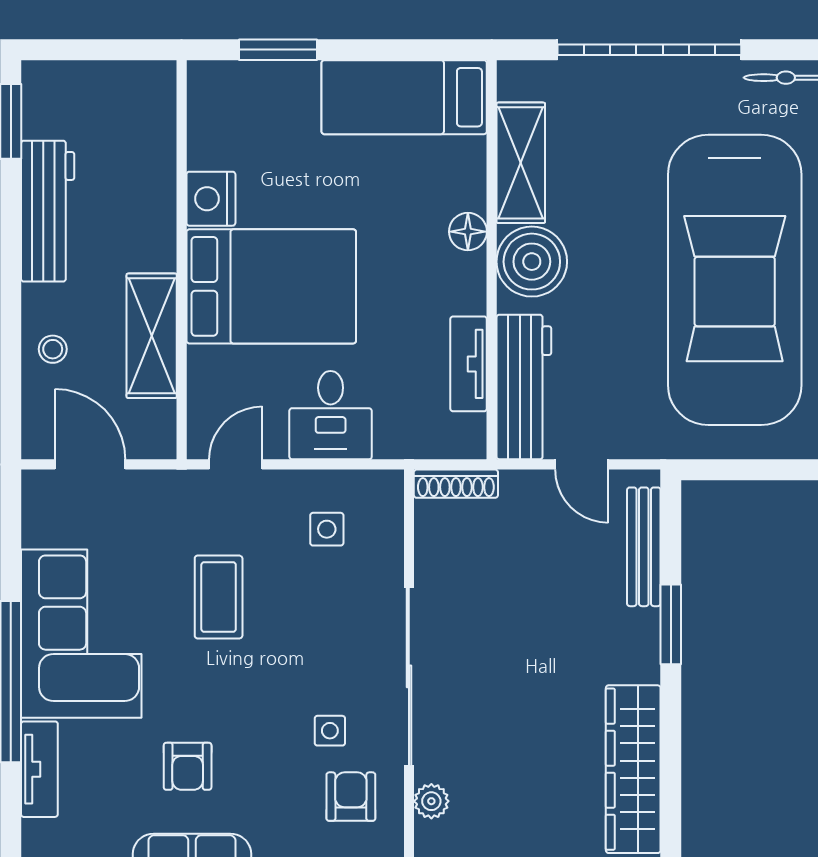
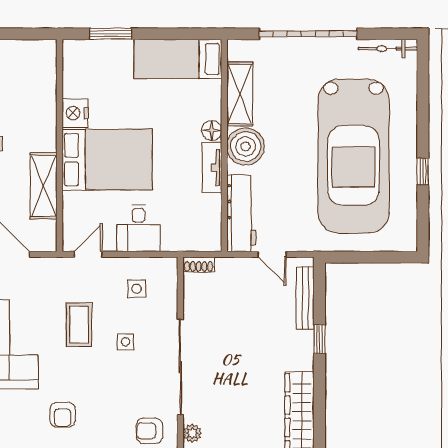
tv unit: (469, 364) -> (212, 168), moved
shoe rack: (456, 484) -> (199, 264), width x0.70
window: (671, 624) -> (319, 339), width x0.67
side table: (330, 731) -> (125, 342), moved
armchair: (351, 797) -> (149, 431), turned -90

